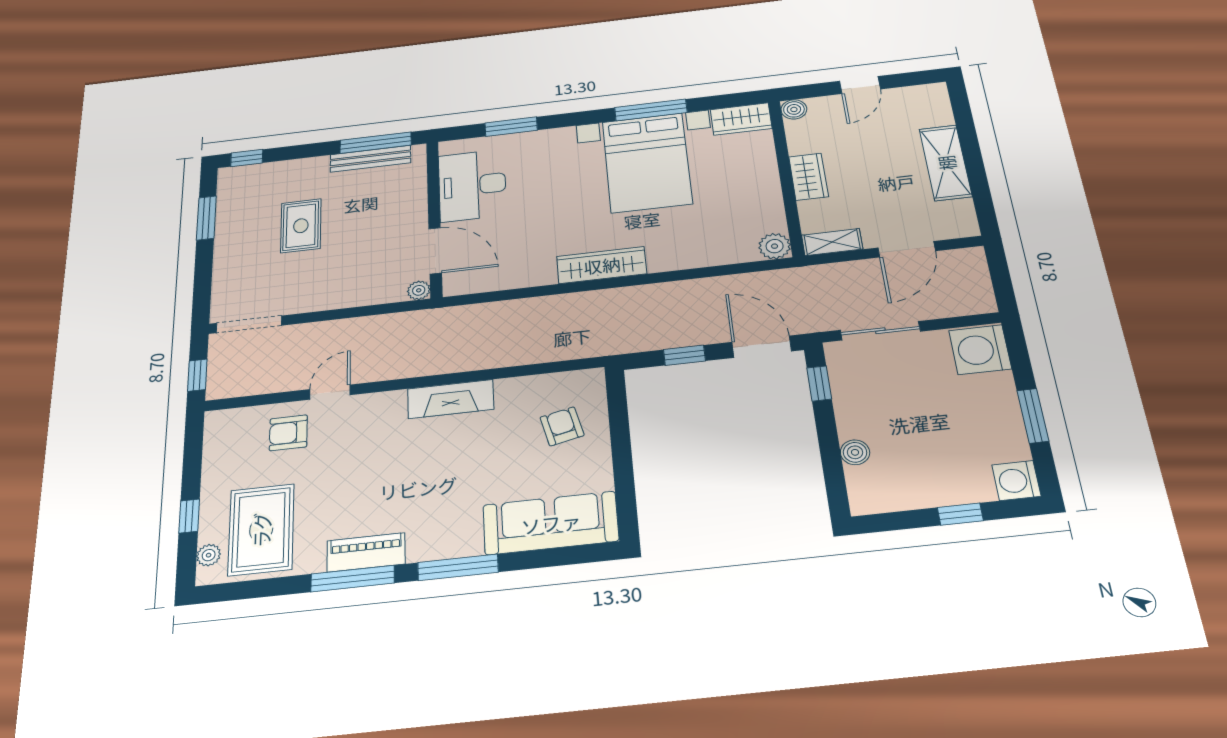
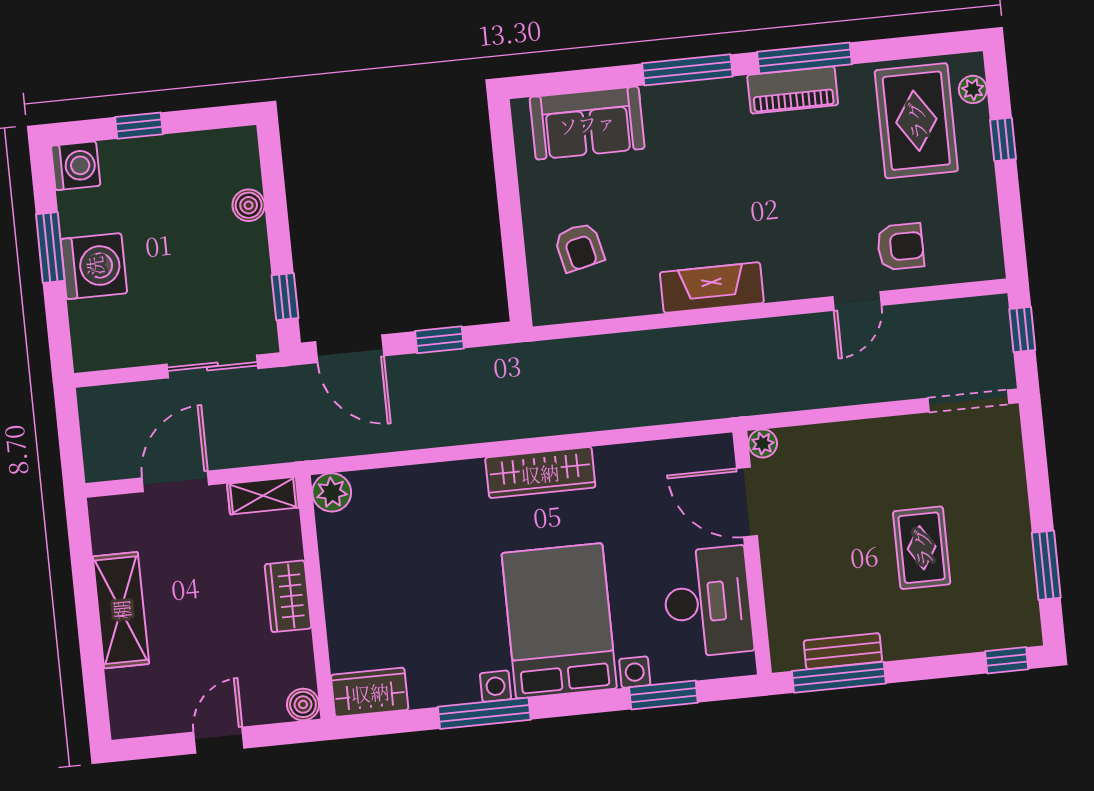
bench: (370, 159) -> (843, 651), width x0.73
bed with nightstands: (647, 162) -> (559, 621), moved
washing machine: (980, 350) -> (94, 266), moved
sofa: (551, 523) -> (587, 123), width x0.73

